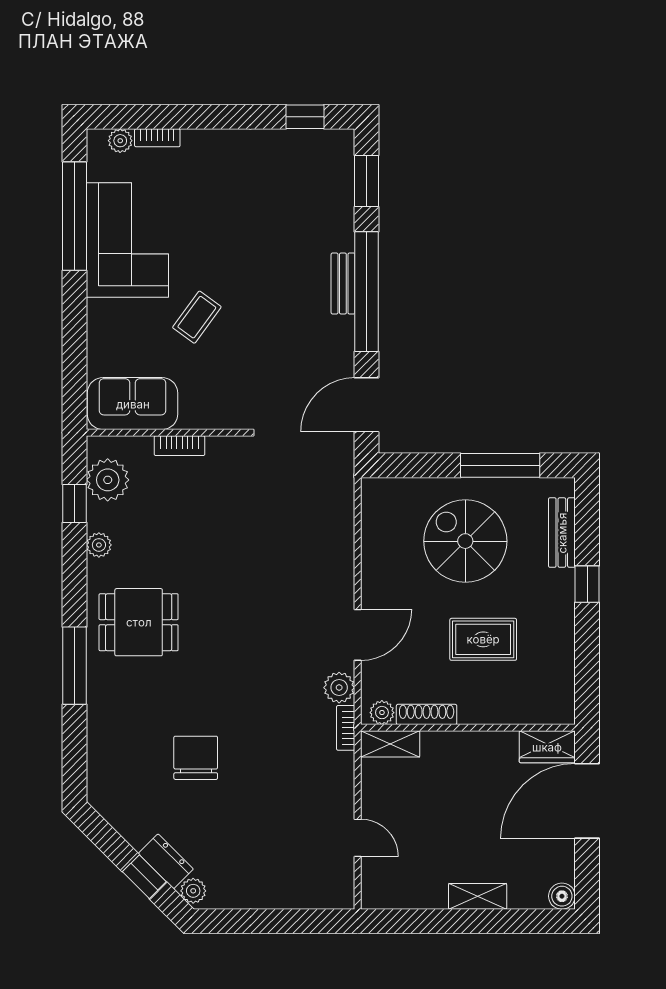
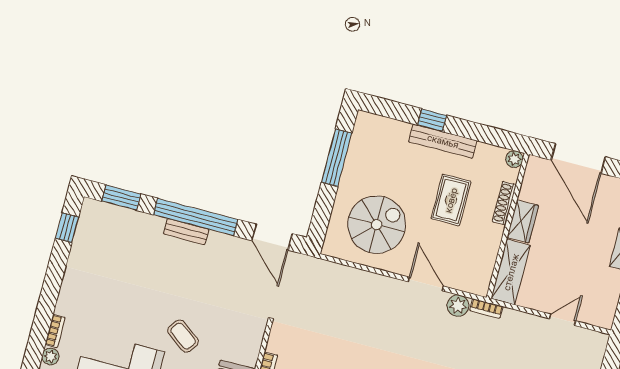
bench: (562, 533) -> (443, 141), moved, width x1.36
spiral stairs: (465, 541) -> (377, 225), moved, turned 180
plant: (382, 713) -> (514, 159), moved
shoe rack: (427, 714) -> (504, 203), moved
shelving: (390, 744) -> (511, 272), width x1.50, depth x1.33
wardrobe: (547, 747) -> (523, 221), moved

